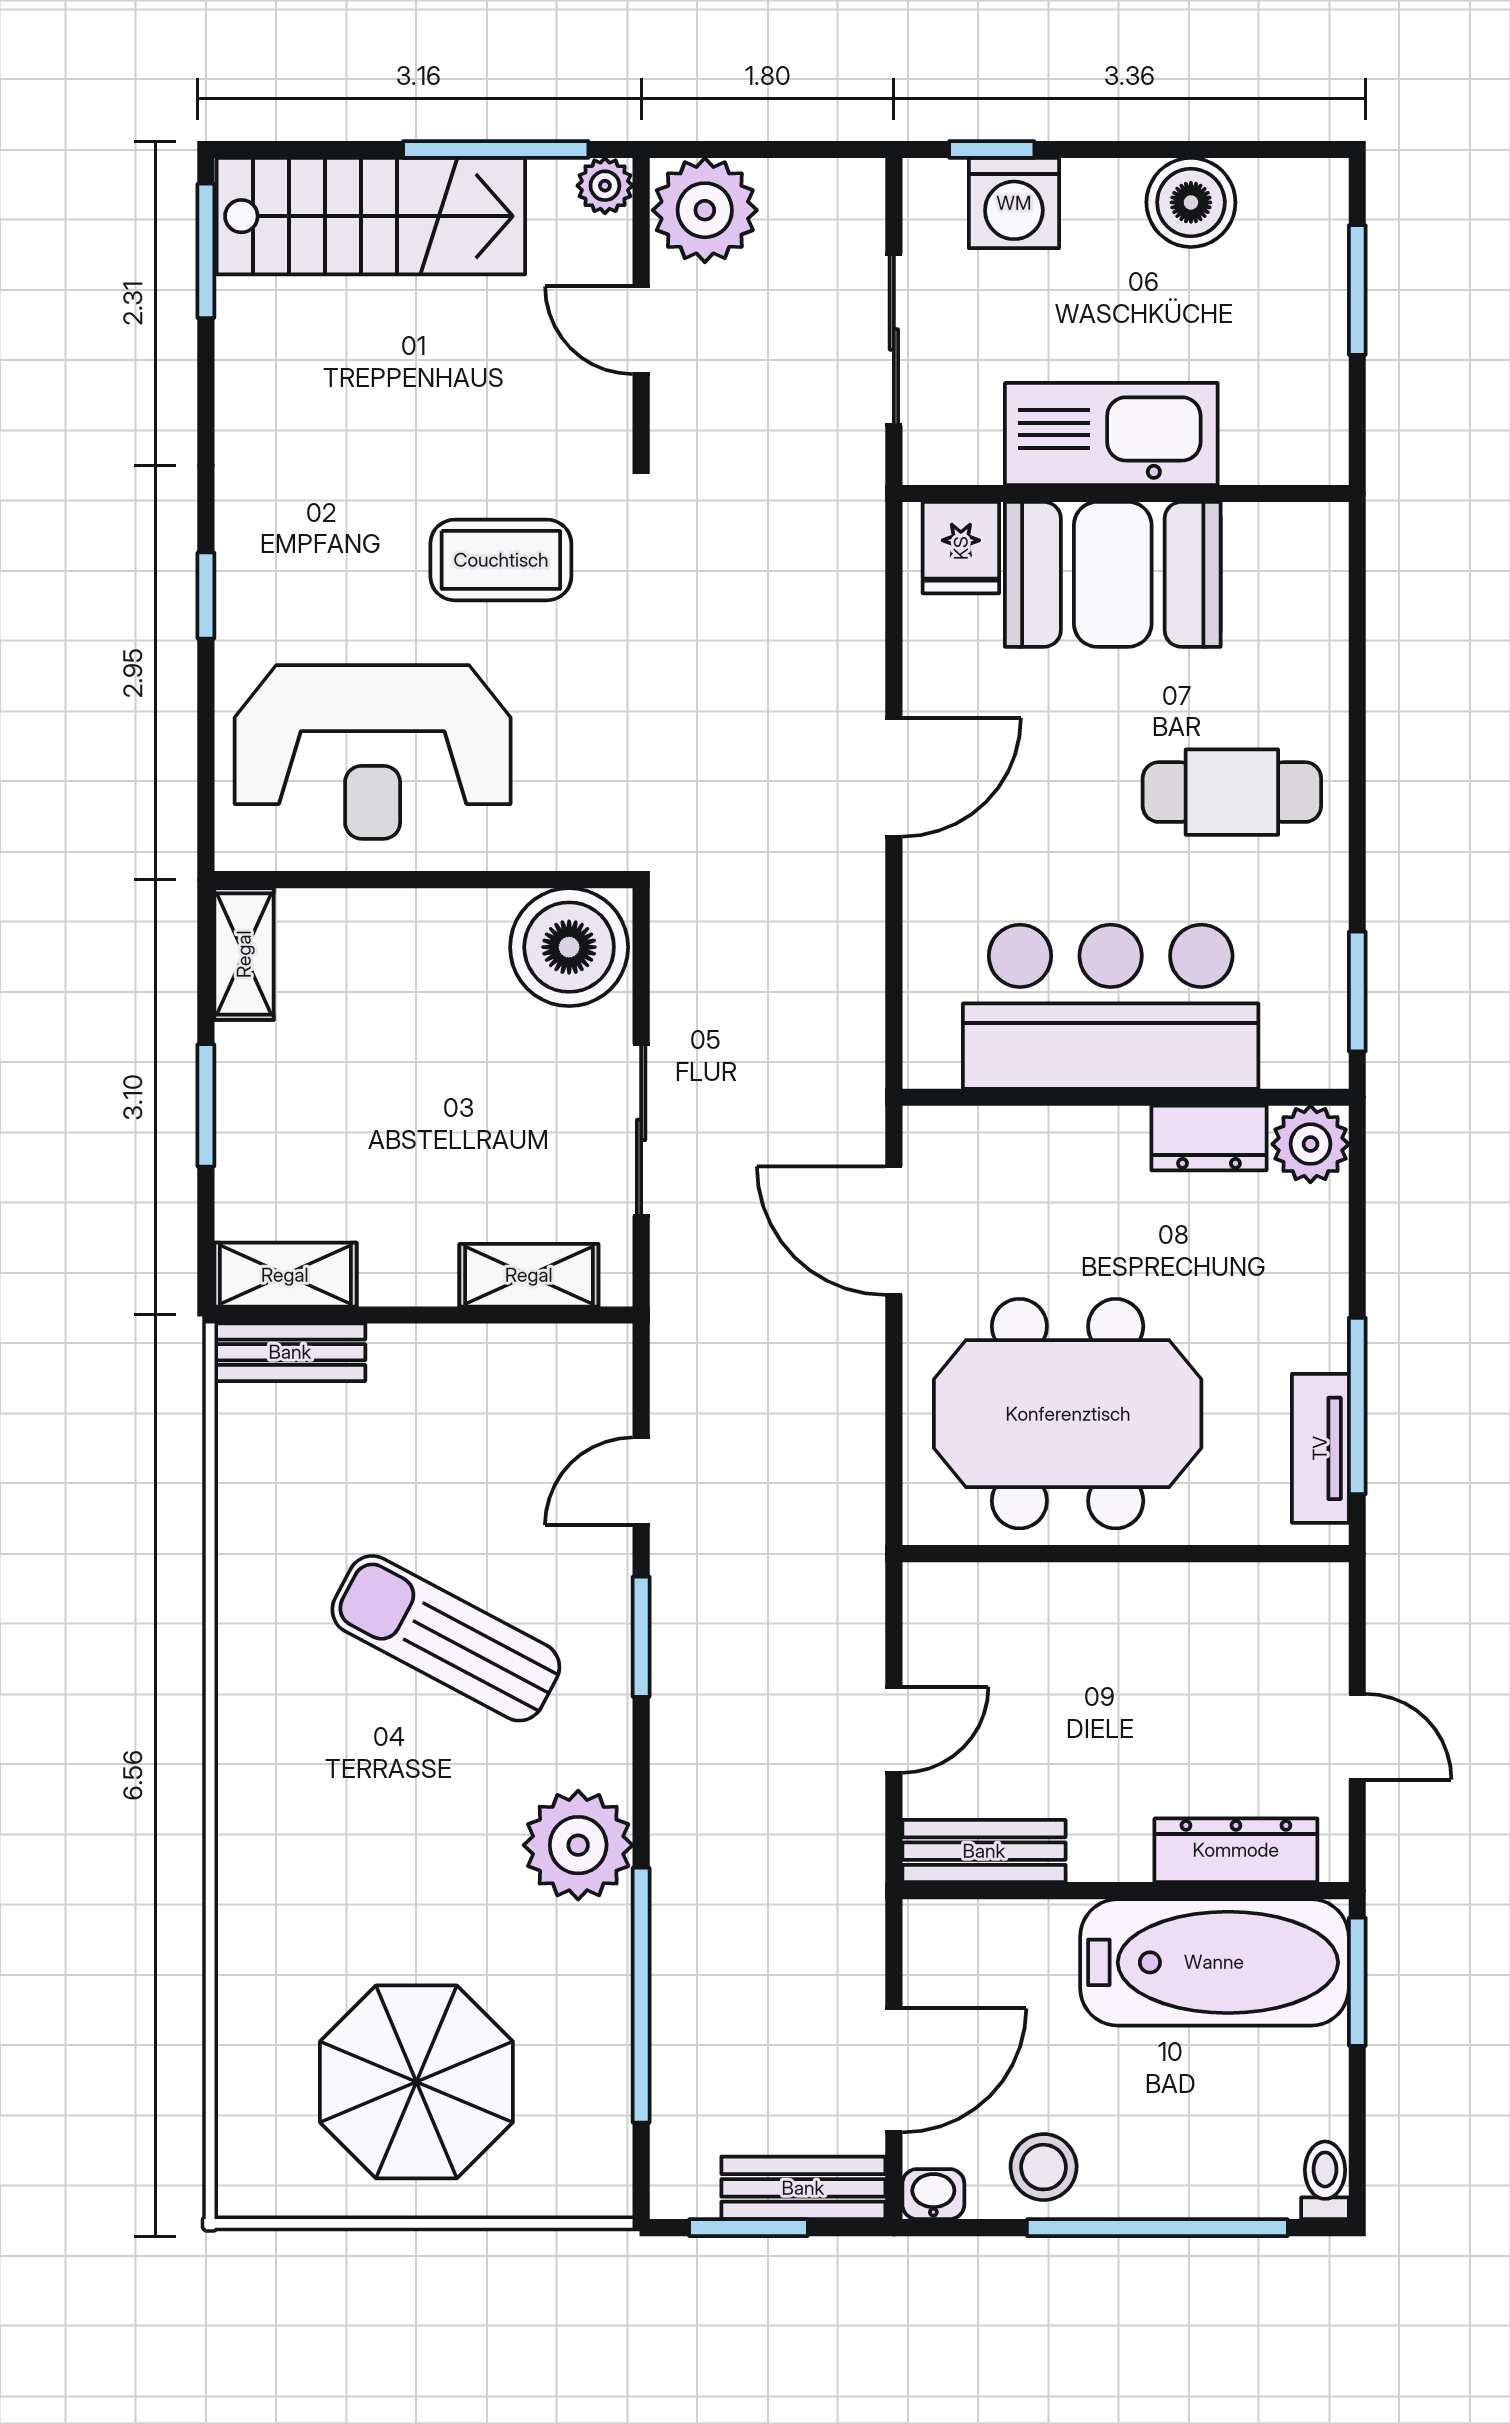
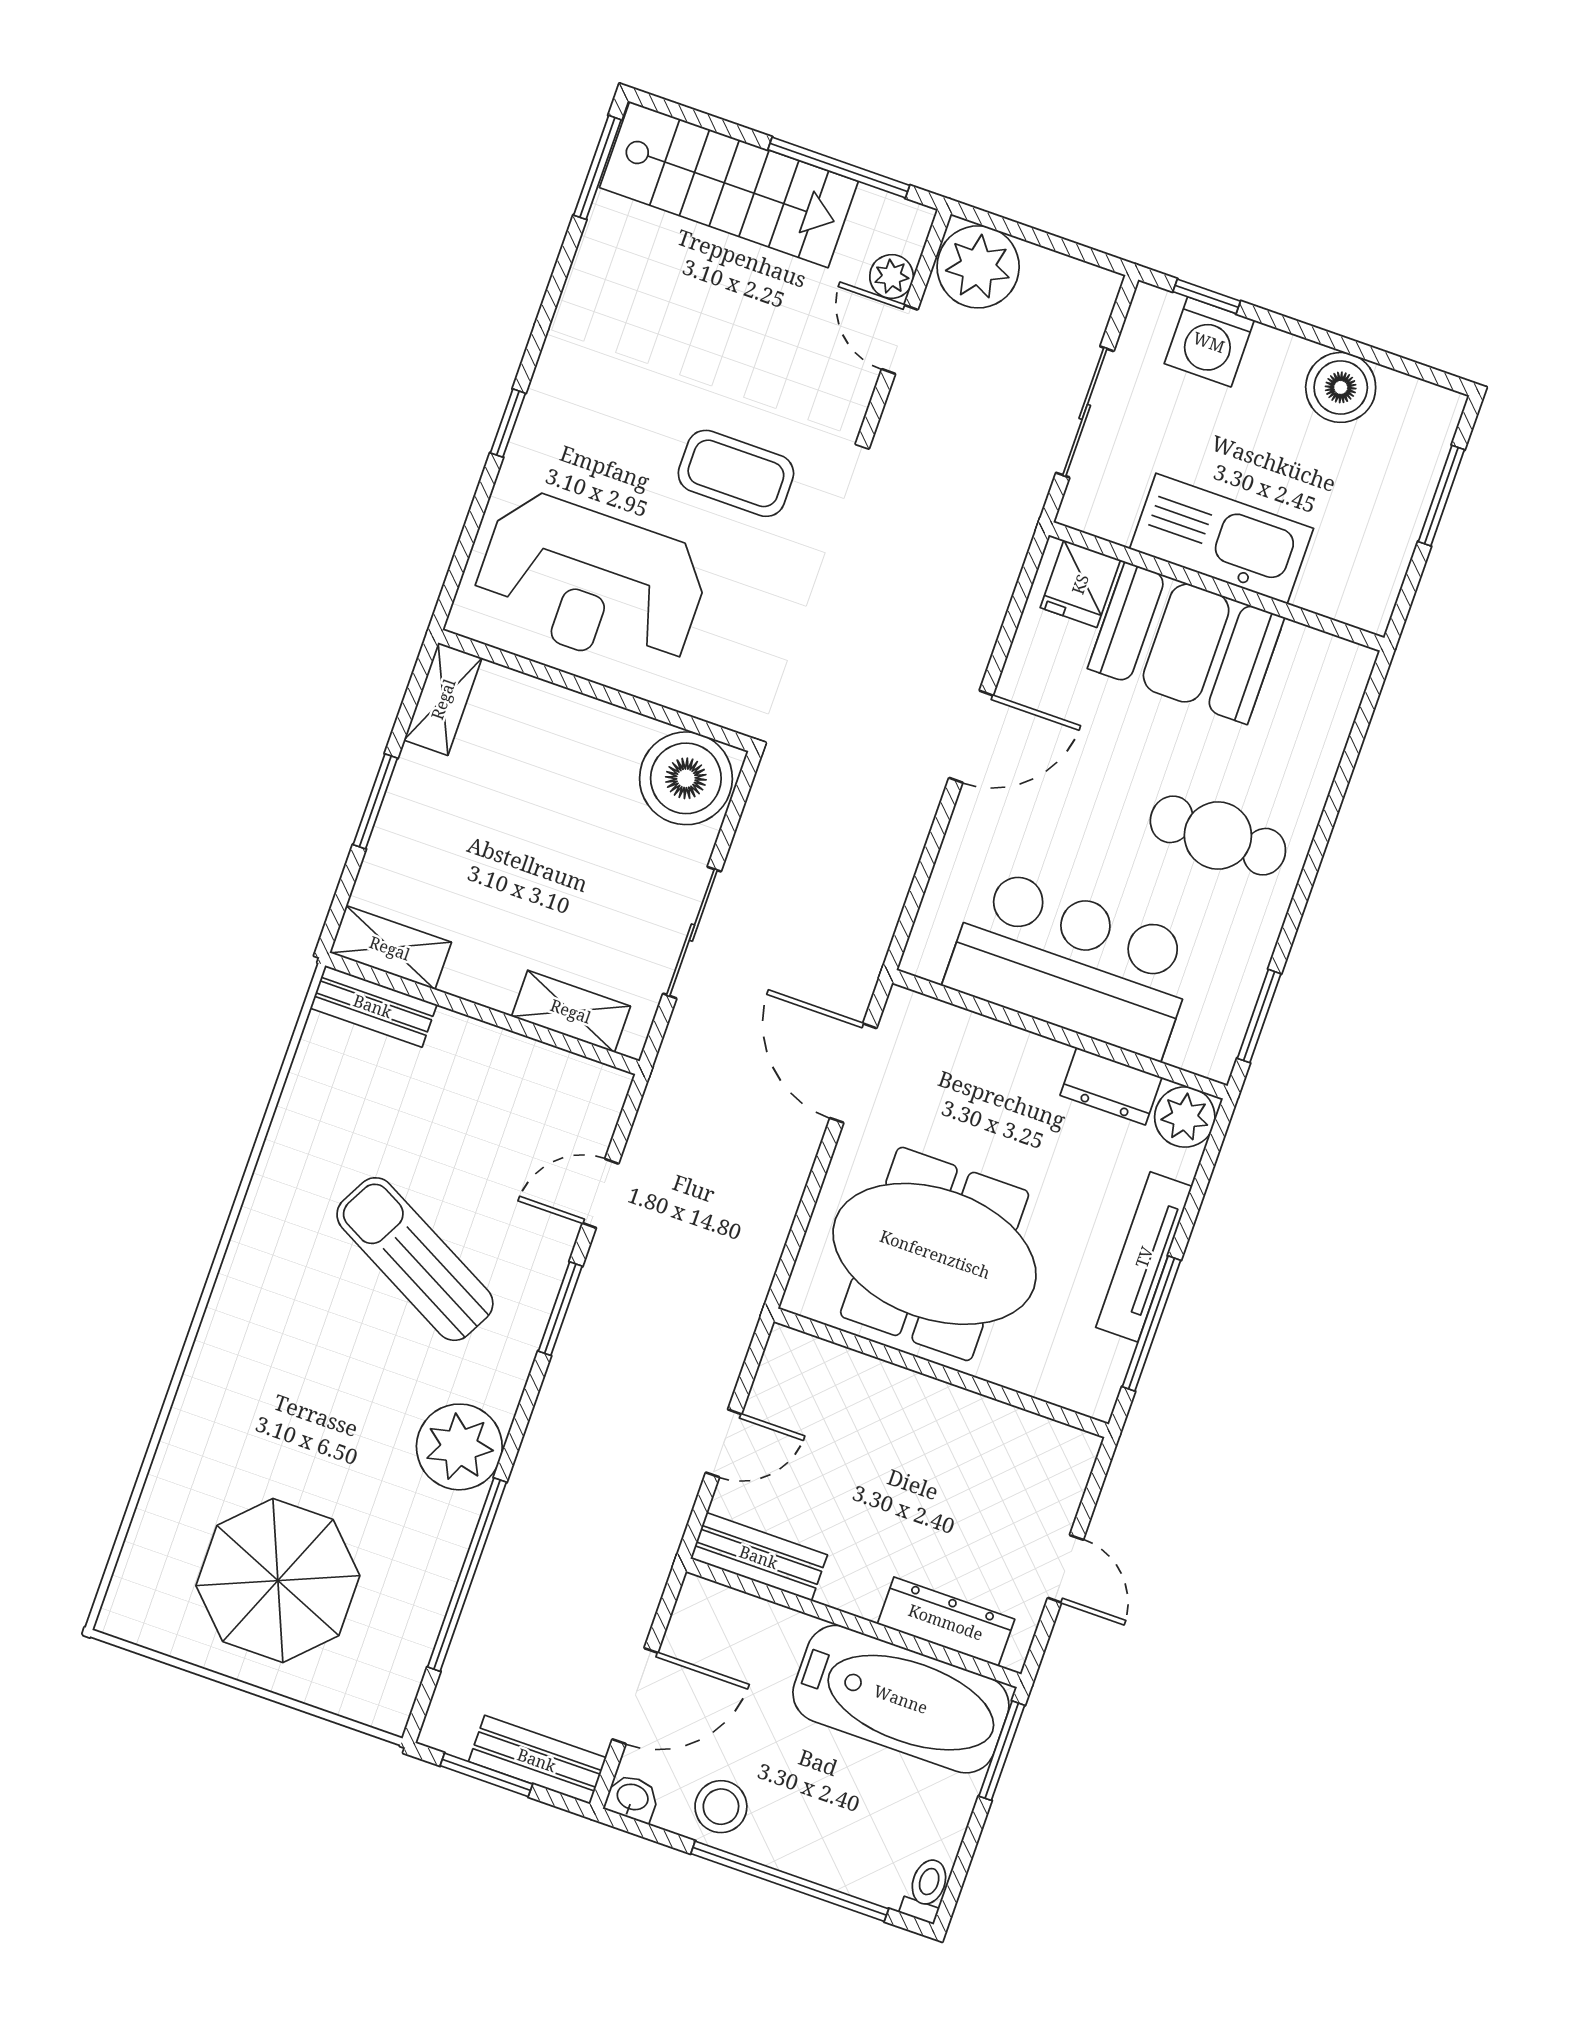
plant: (605, 186) -> (892, 276), moved
tv unit: (1320, 1448) -> (1144, 1257), moved, width x1.41

